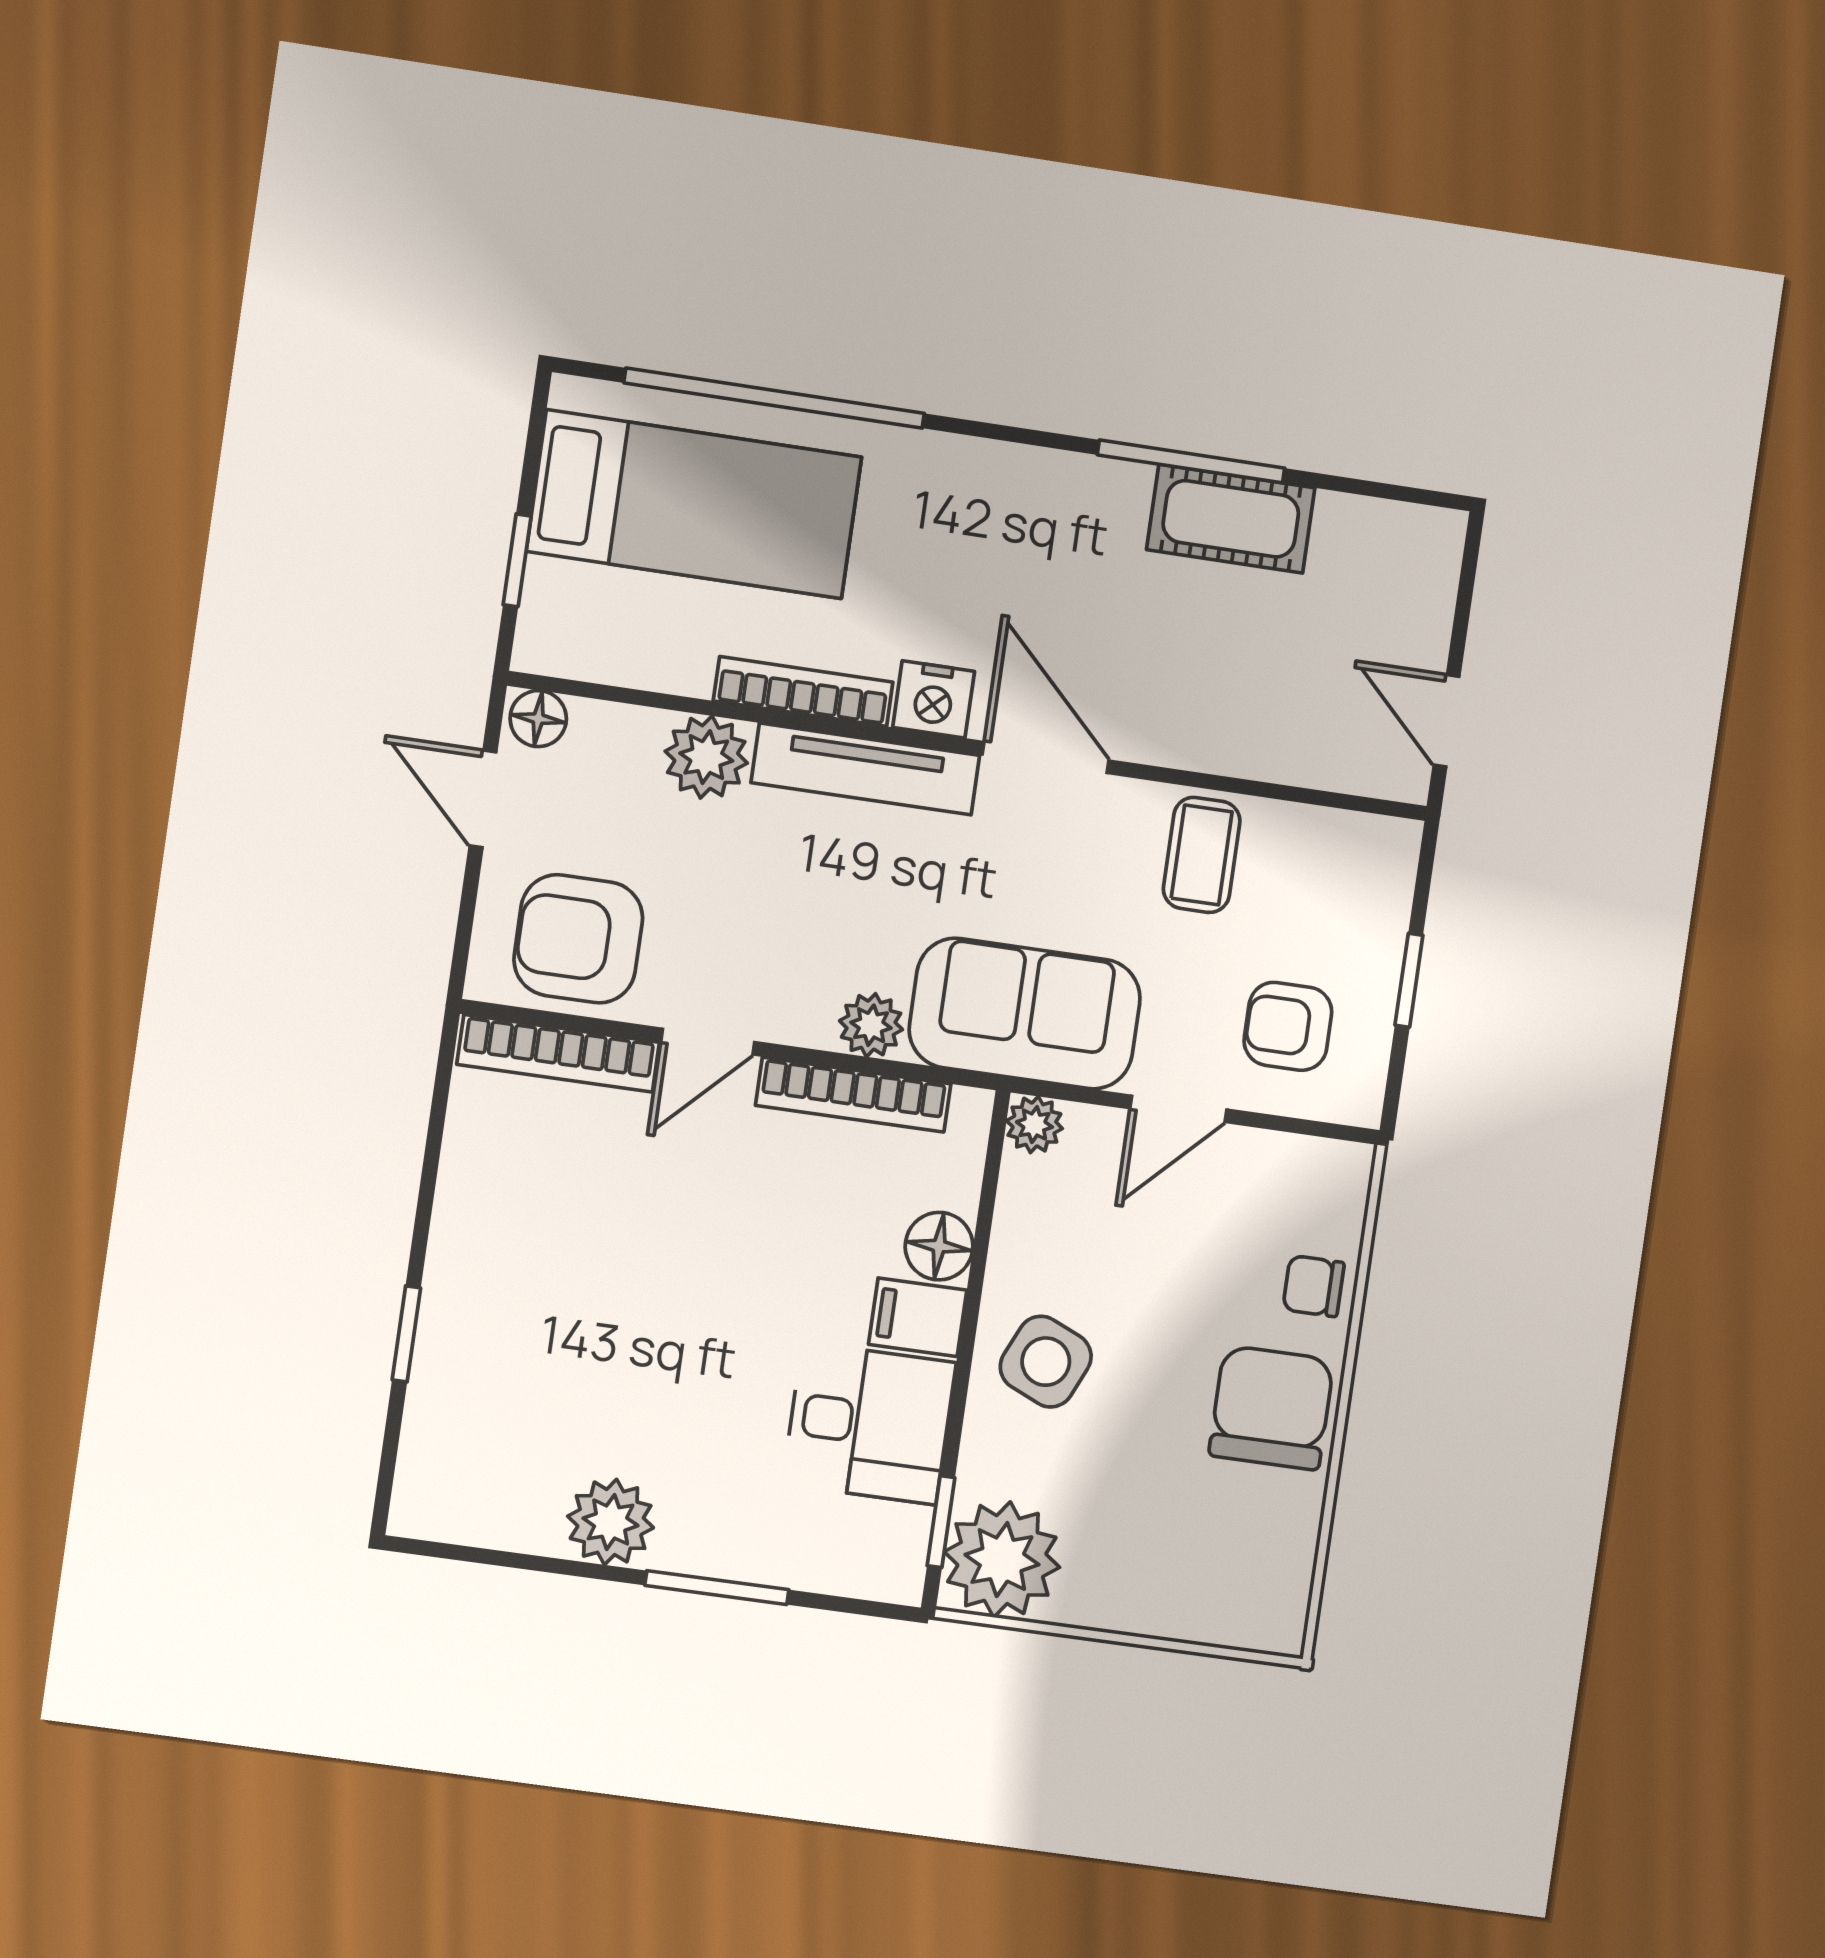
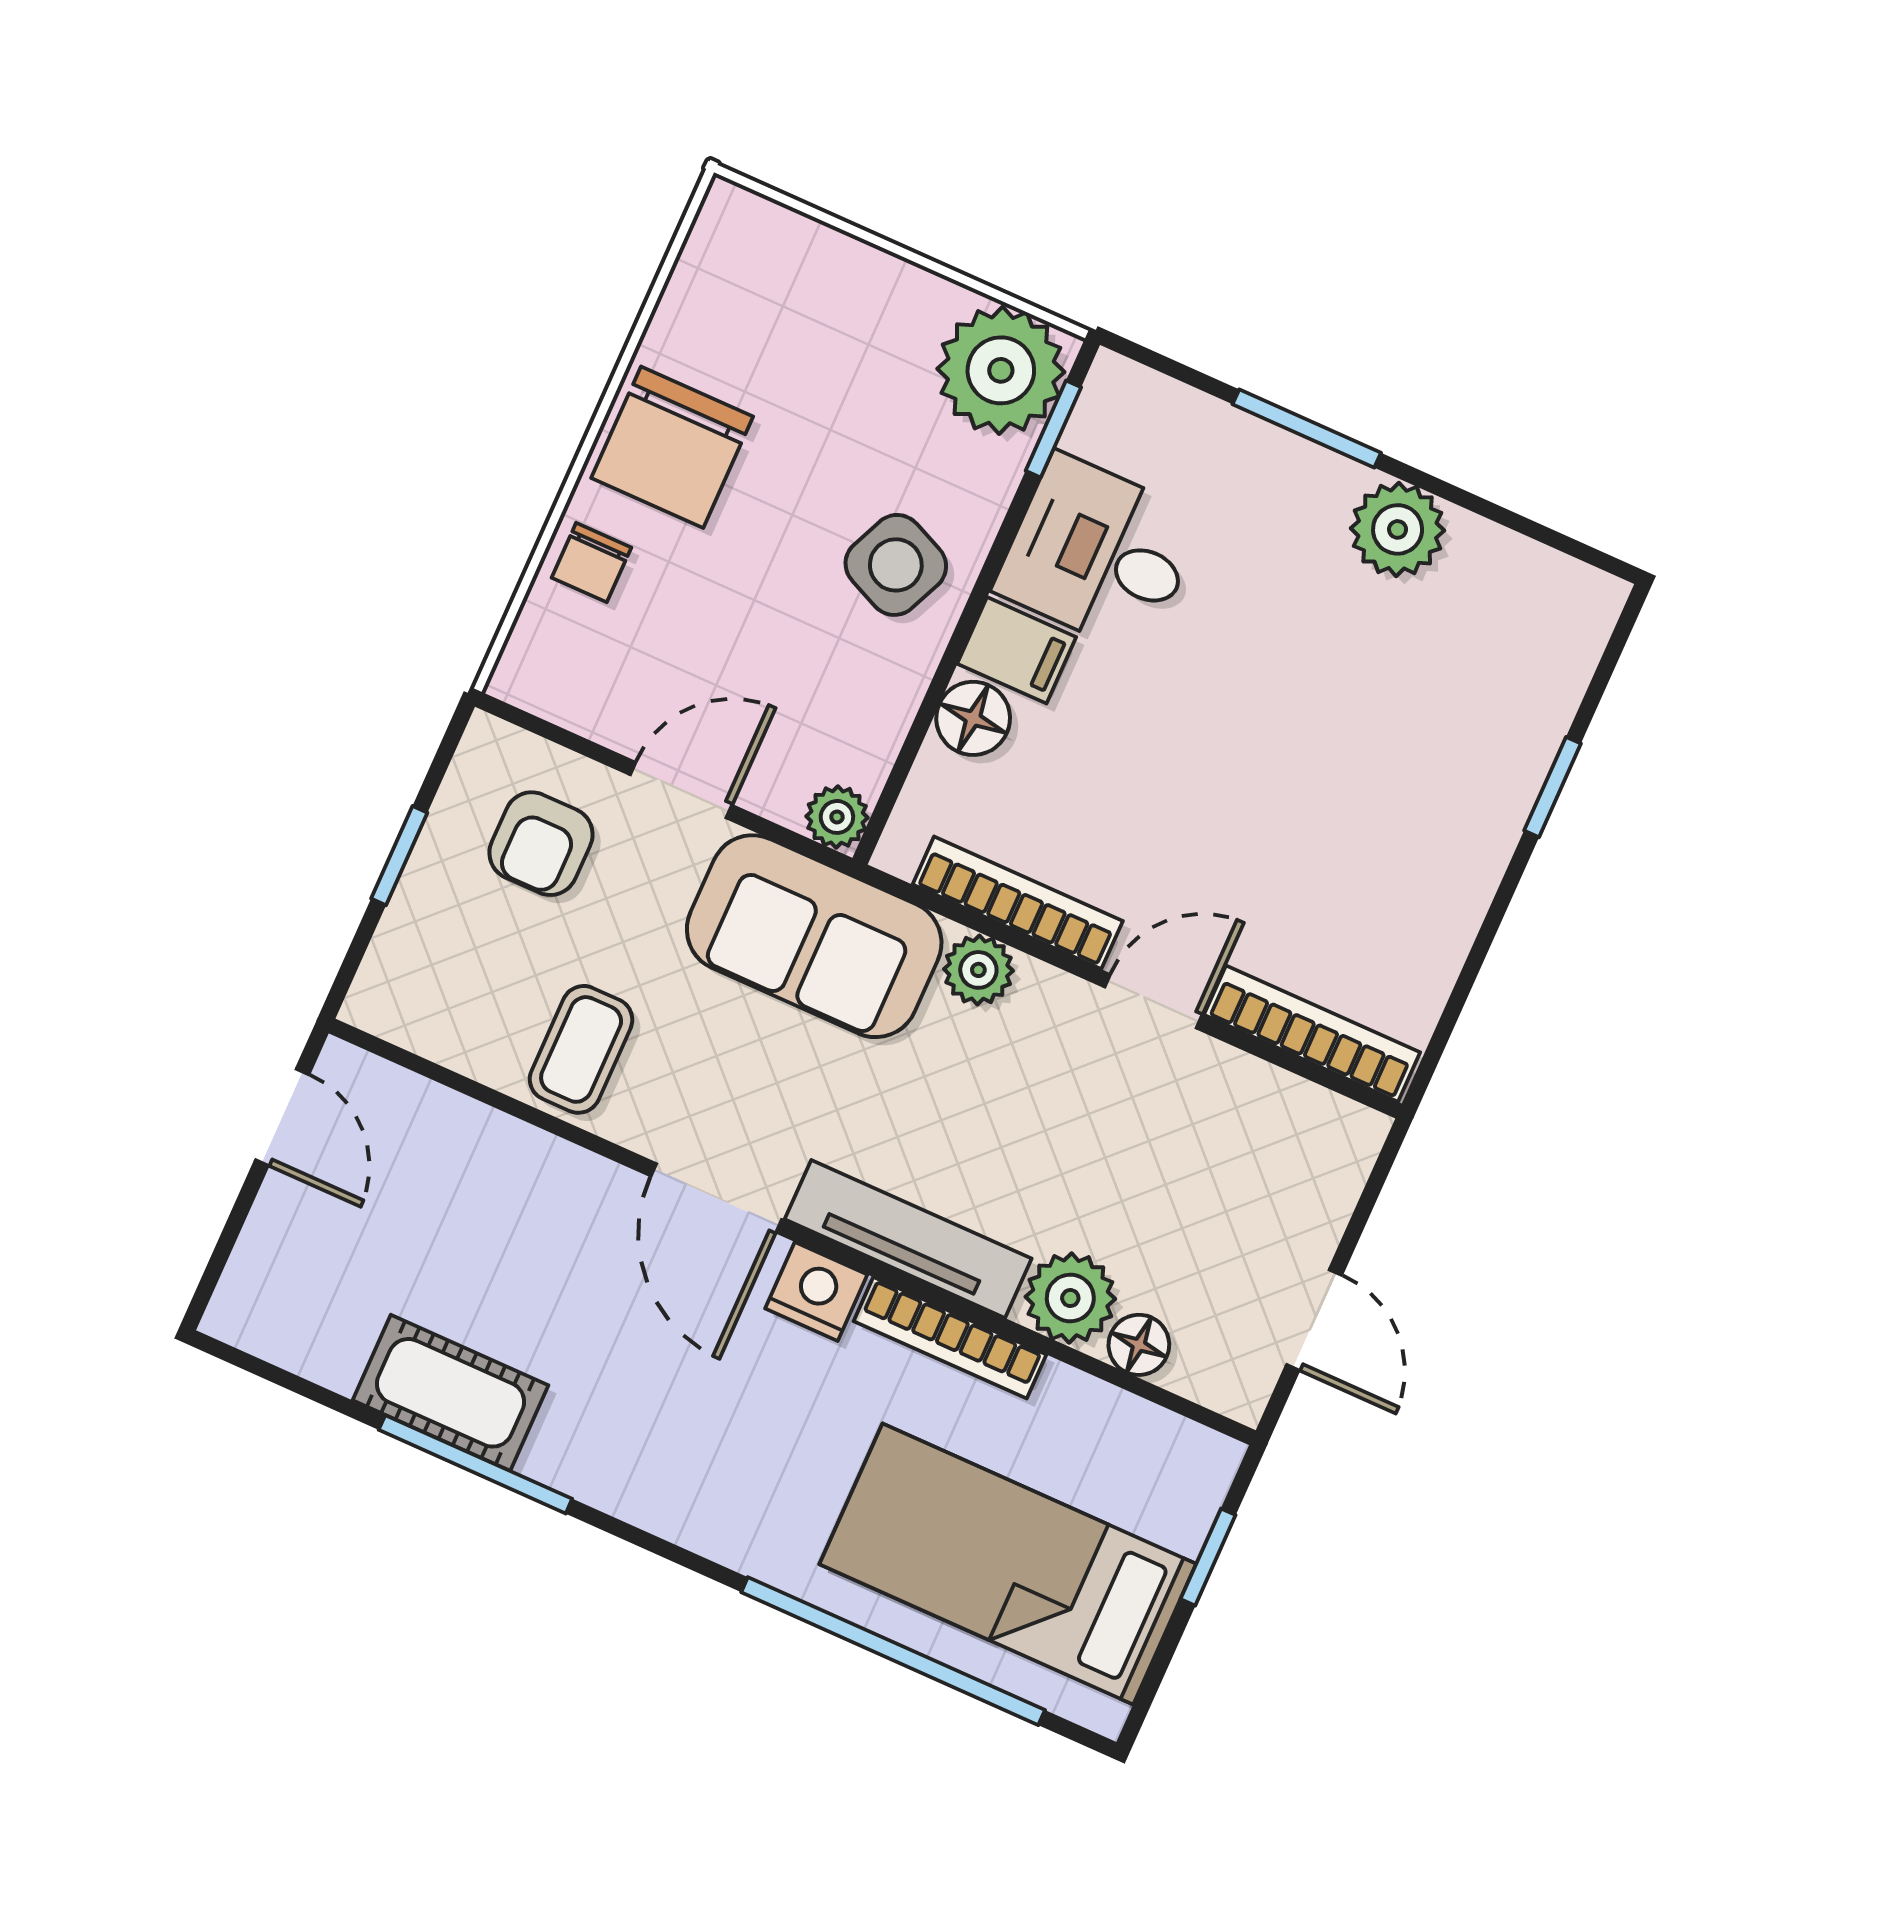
floor lamp: (538, 719) -> (1139, 1345), moved
armchair: (578, 939) -> (1257, 1147), removed
armchair: (1288, 1026) -> (541, 844), turned 90
chair: (1313, 1286) -> (591, 563), turned 90

